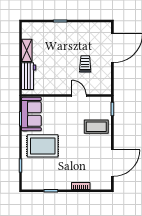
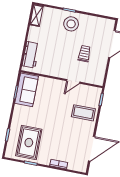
stool: (65, 35) -> (71, 24), added
shelving: (27, 50) -> (37, 15), moved
door: (79, 96) -> (73, 81), swing flipped
rug: (43, 146) -> (29, 143), moved, turned 90

